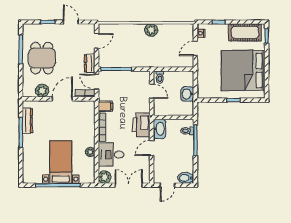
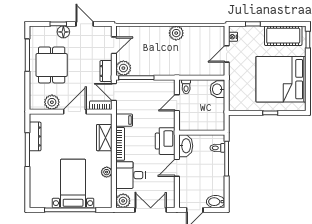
floor lamp: (52, 29) -> (63, 32), added
plant: (105, 61) -> (123, 68), added
door: (152, 91) -> (177, 103), swing flipped
washbasin: (187, 94) -> (217, 89), moved
wardrobe: (88, 122) -> (104, 138), added

